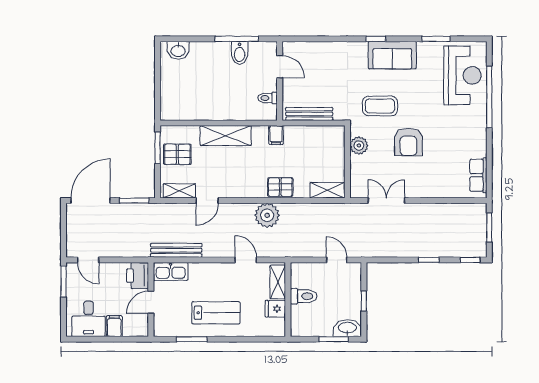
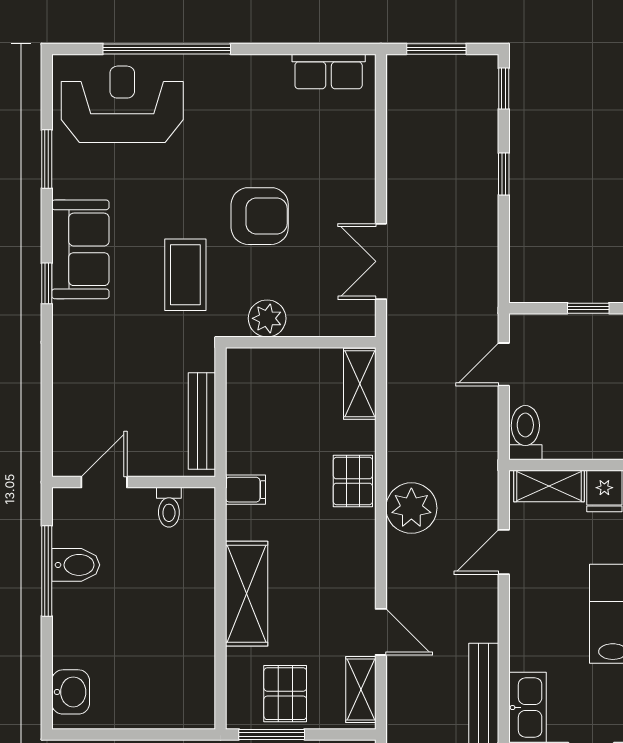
toilet: (304, 296) -> (525, 433), moved

